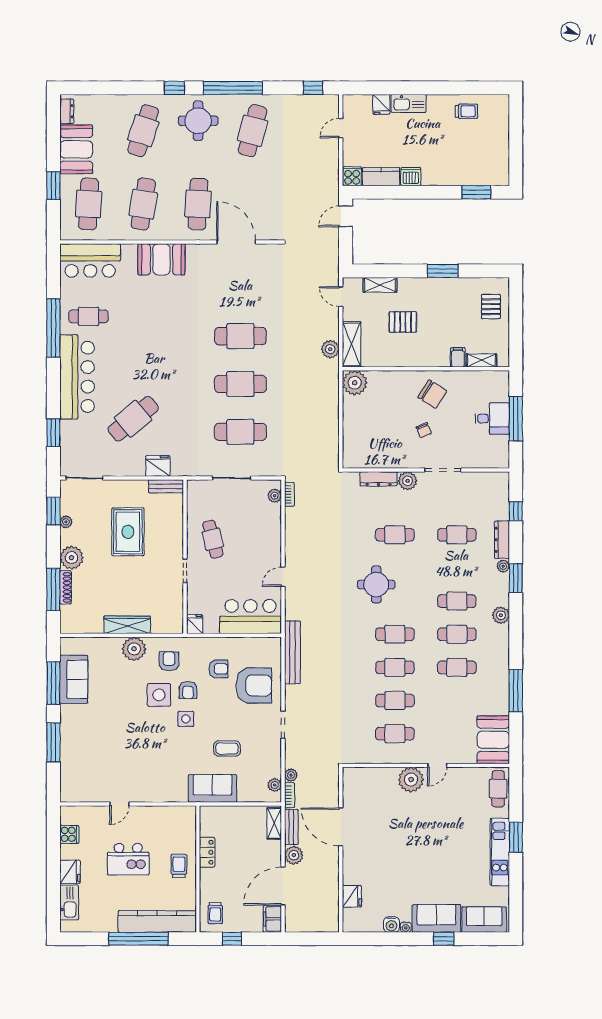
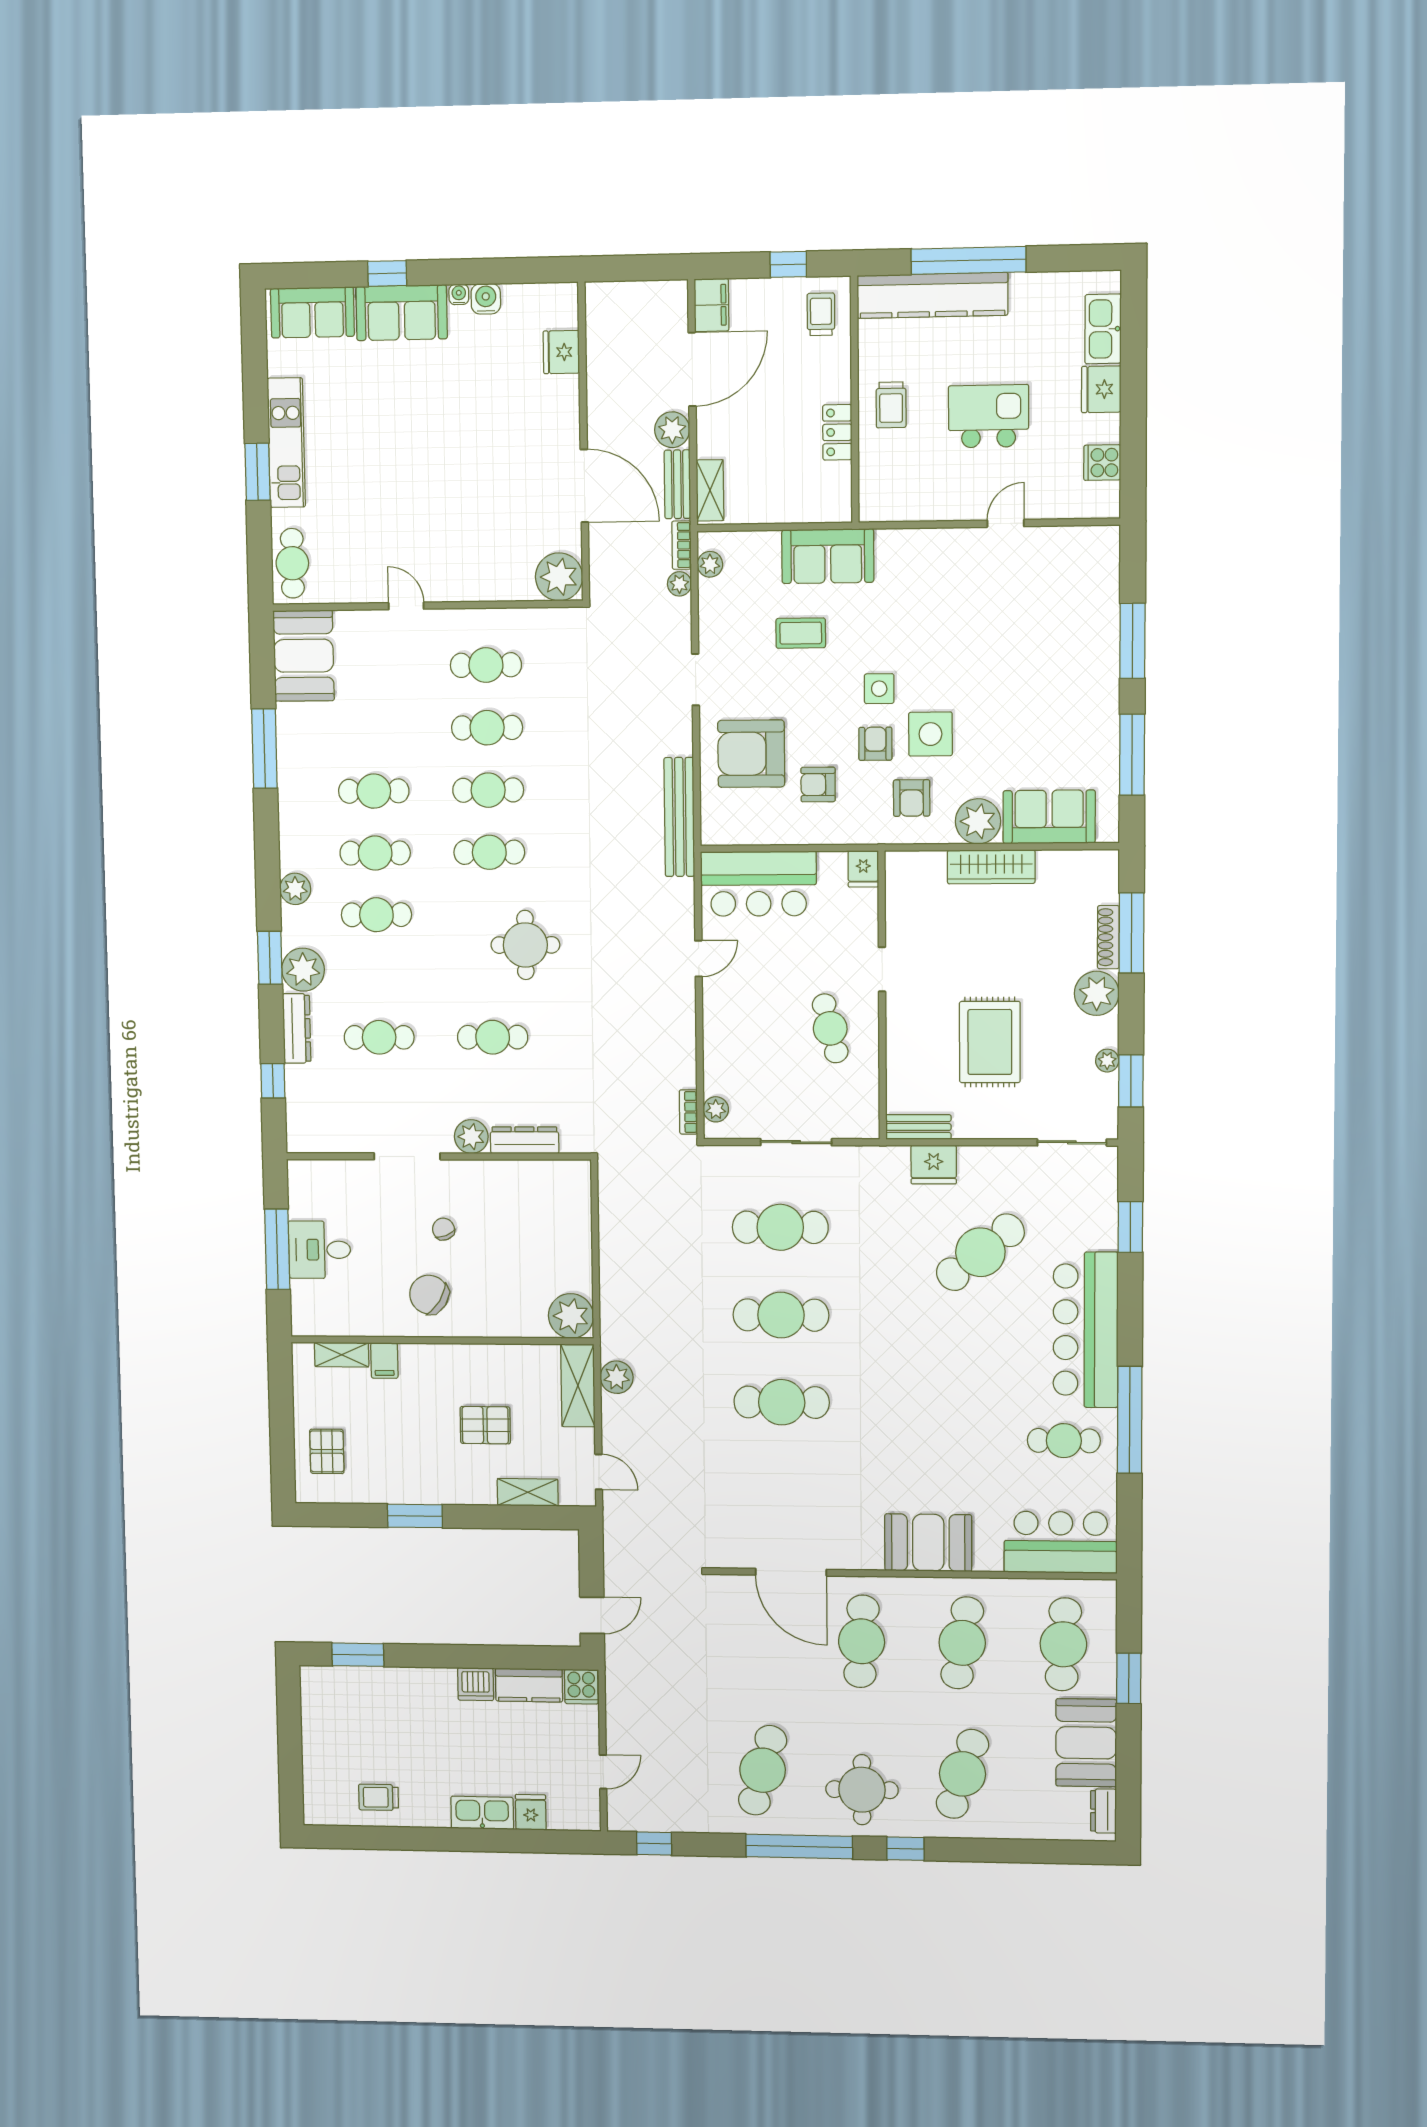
plant: (503, 566) -> (303, 970), width x1.87, depth x1.87
sofa: (74, 679) -> (1049, 817), moved, turned 90
door: (437, 765) -> (406, 606), hinge flipped
plant: (411, 780) -> (559, 577), moved

